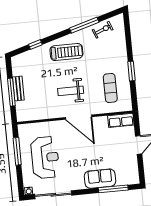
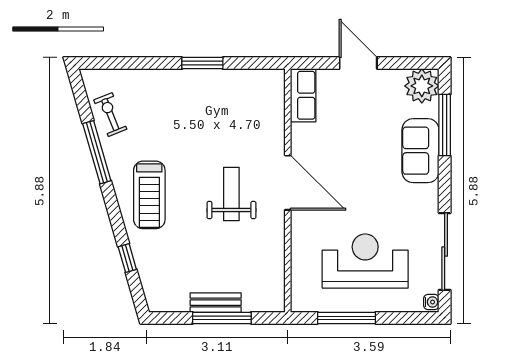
treadmill: (66, 52) -> (149, 195), turned 180
exercise mat: (110, 88) -> (233, 111), removed
weight bench: (71, 91) -> (231, 194), turned 180
door: (79, 117) -> (288, 183), hinge flipped
plant: (131, 176) -> (422, 86), added

